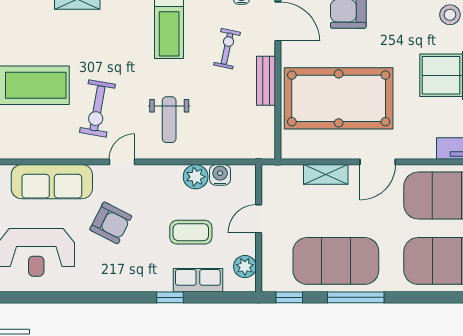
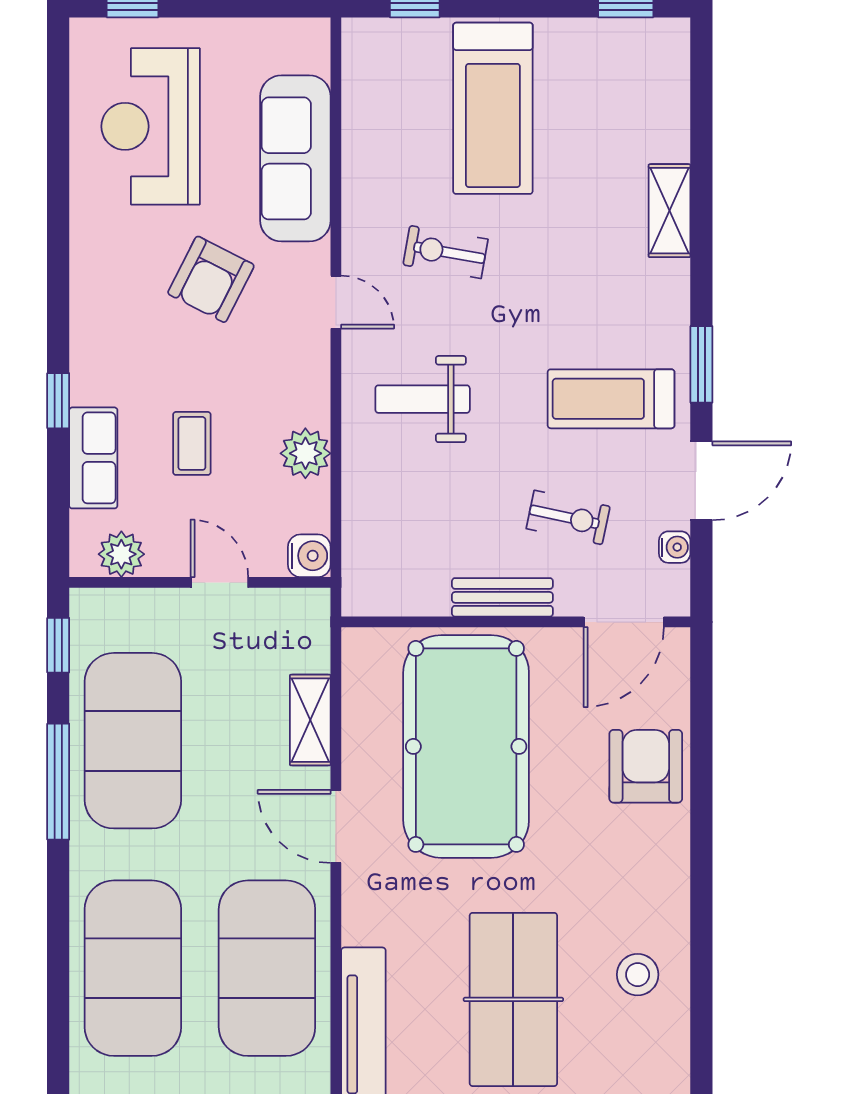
exercise bike: (97, 108) -> (445, 252), width x0.73, depth x0.72
water cooler: (220, 175) -> (309, 556), moved
coffee table: (191, 232) -> (192, 443), width x0.73, depth x0.77

